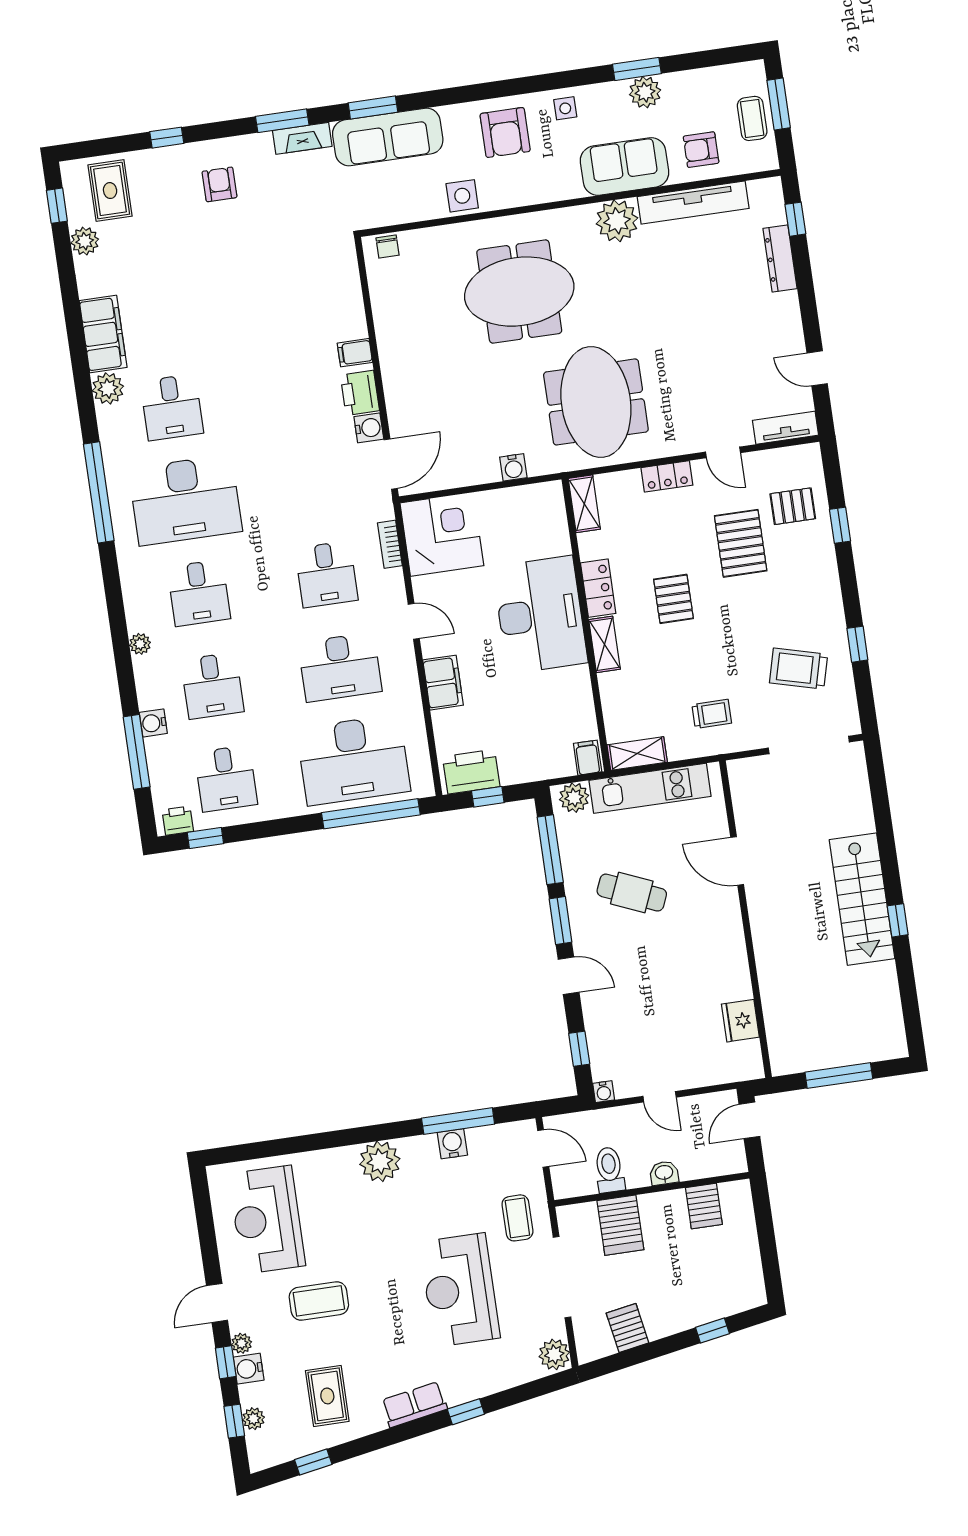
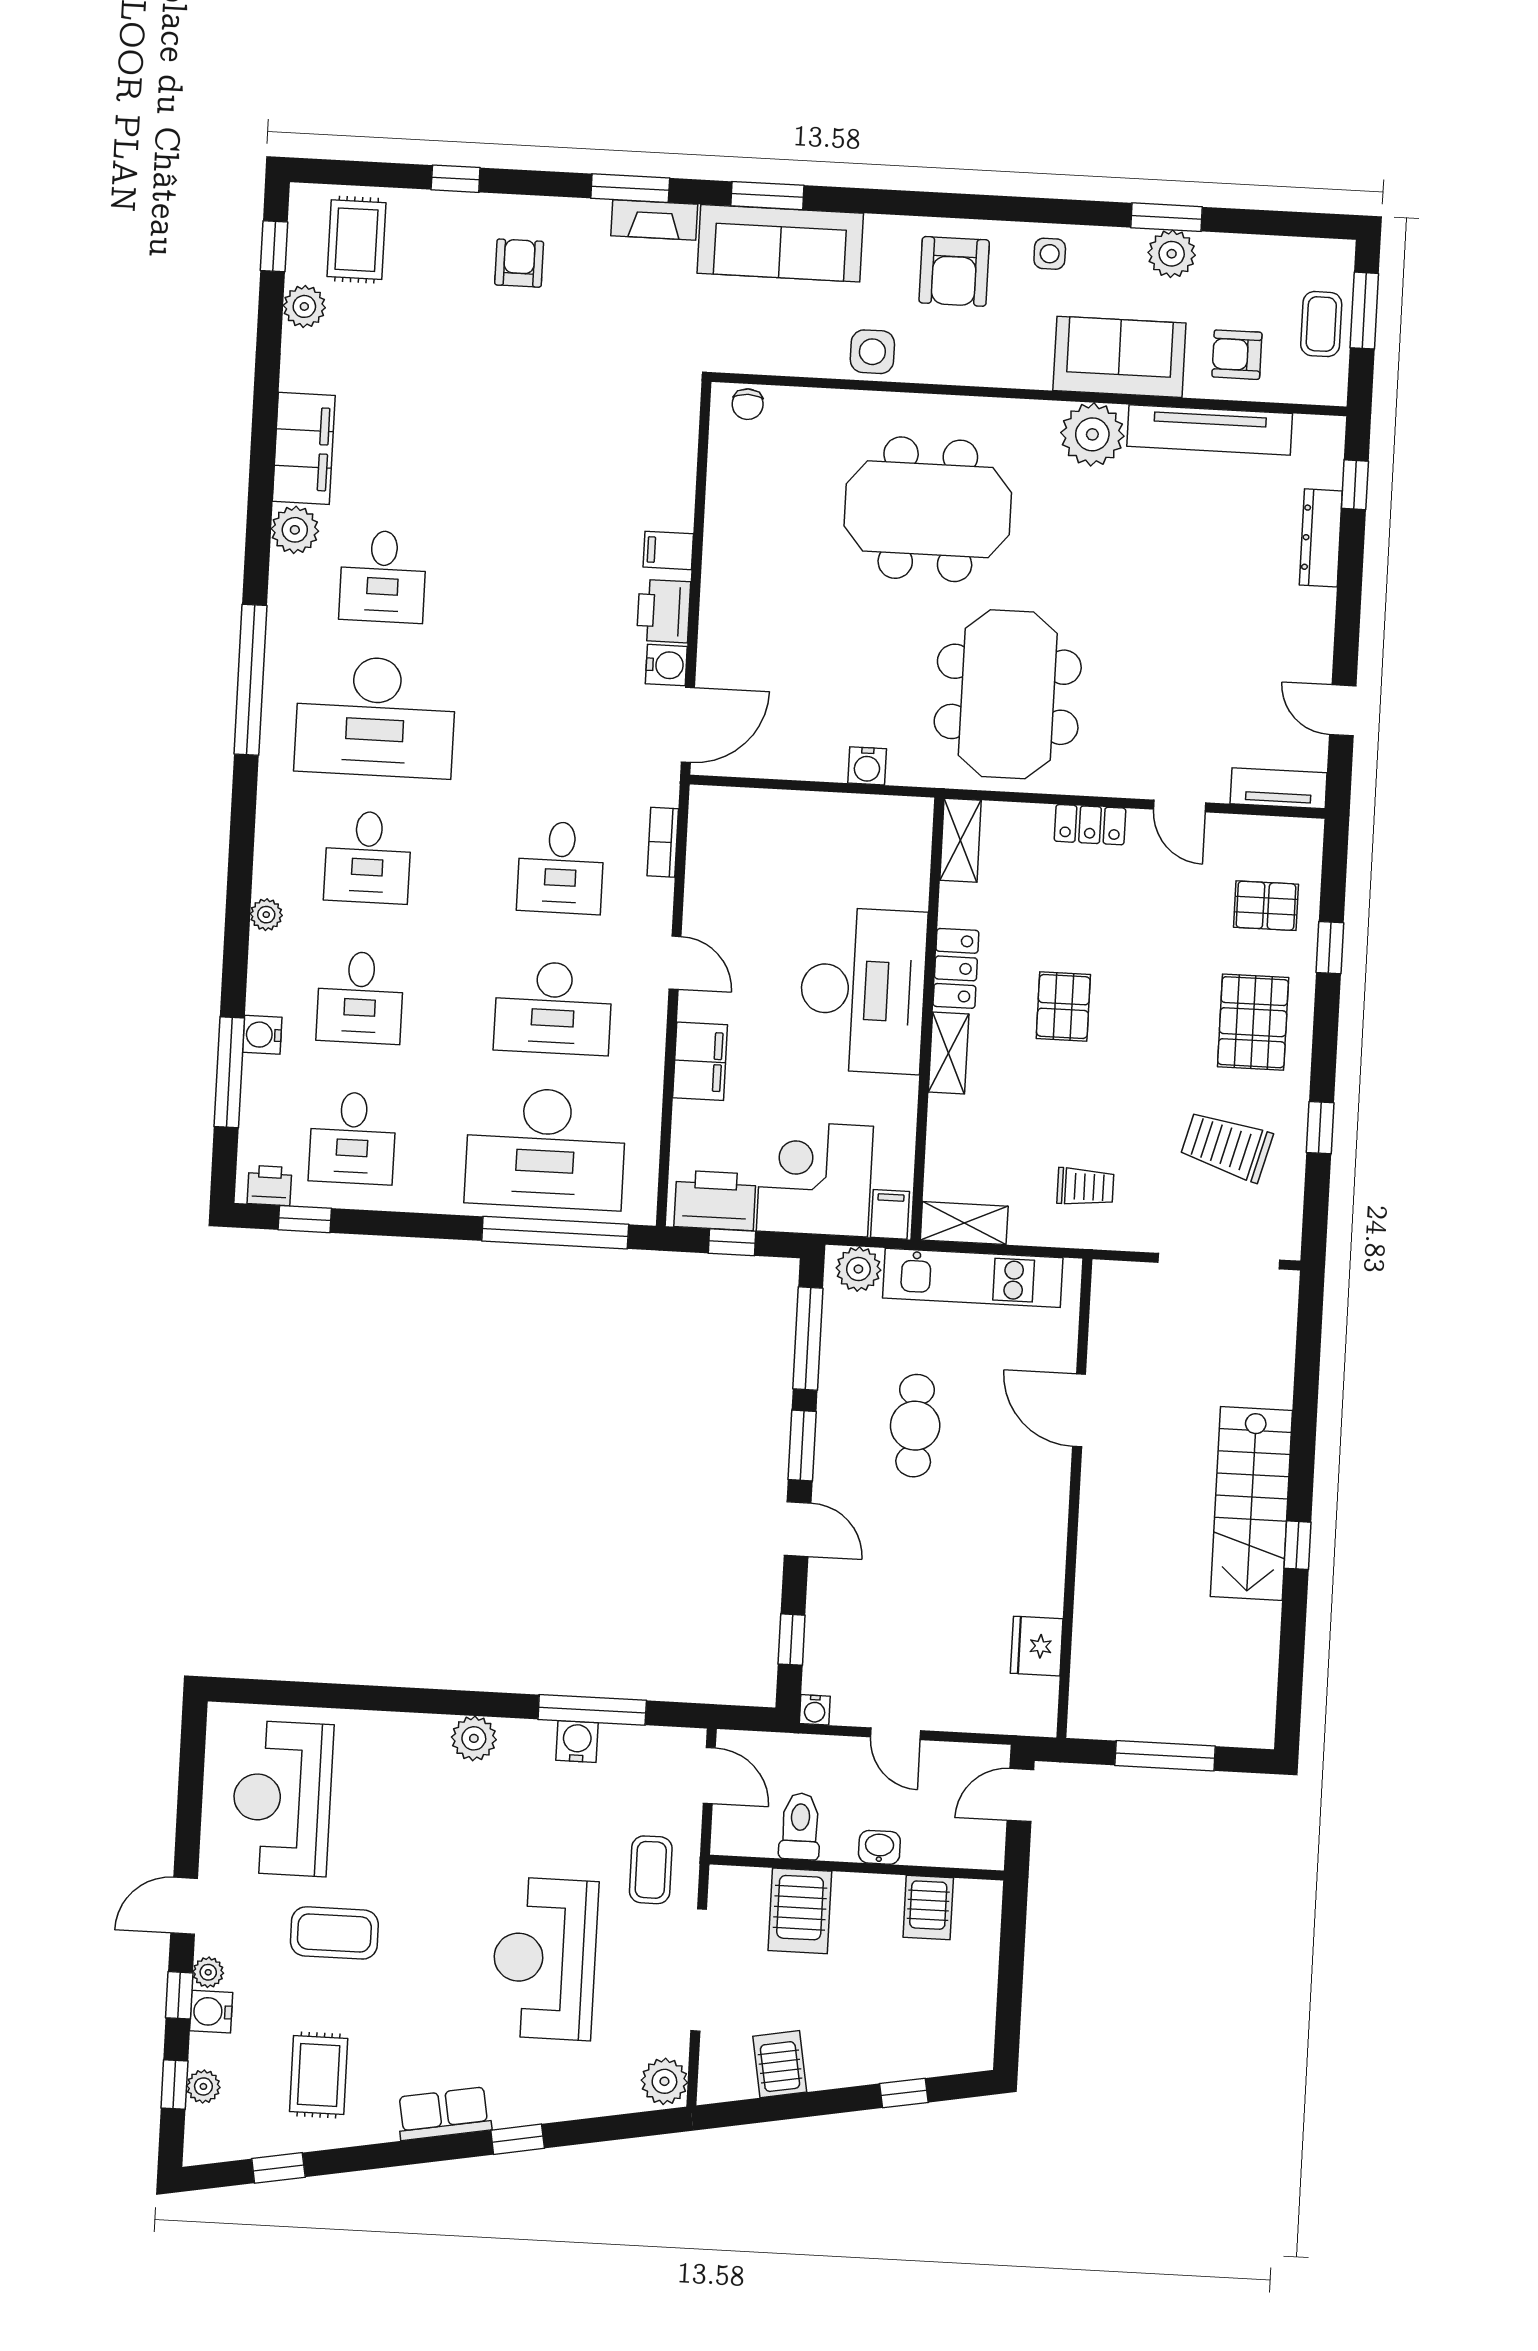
corner desk: (442, 534) -> (815, 1179), moved, turned -90
pallet: (741, 543) -> (1253, 1022), moved
cafe table: (632, 893) -> (915, 1426), turned 67
plant: (380, 1161) -> (474, 1738), width x0.73, depth x0.73

